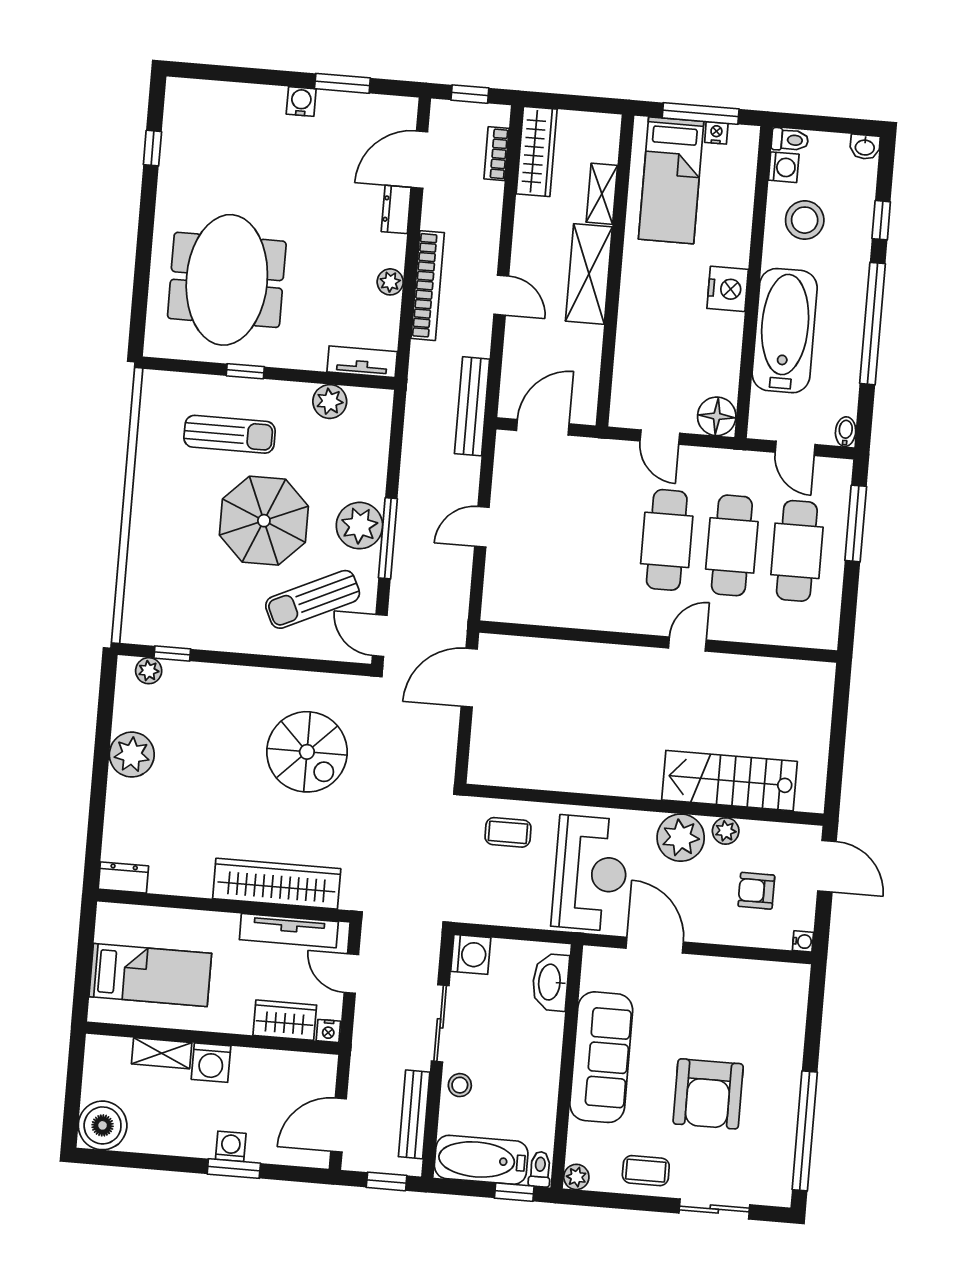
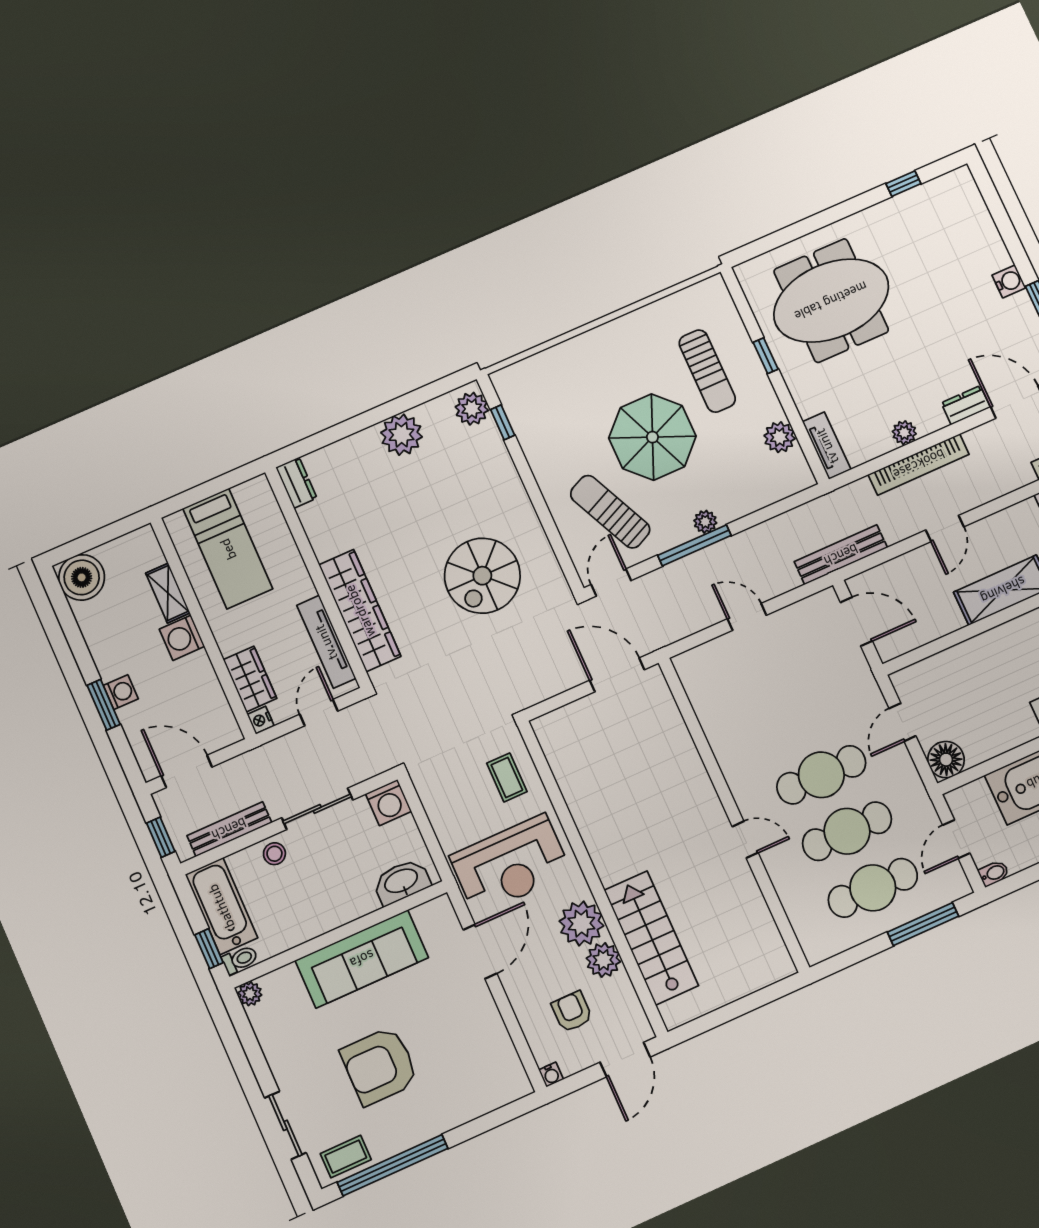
plant: (359, 526) -> (705, 522), width x0.53, depth x0.53
plant: (149, 671) -> (472, 409), width x1.38, depth x1.38
plant: (726, 831) -> (603, 960), width x1.38, depth x1.38
coffee table: (646, 1171) -> (346, 1157), moved, turned 90

